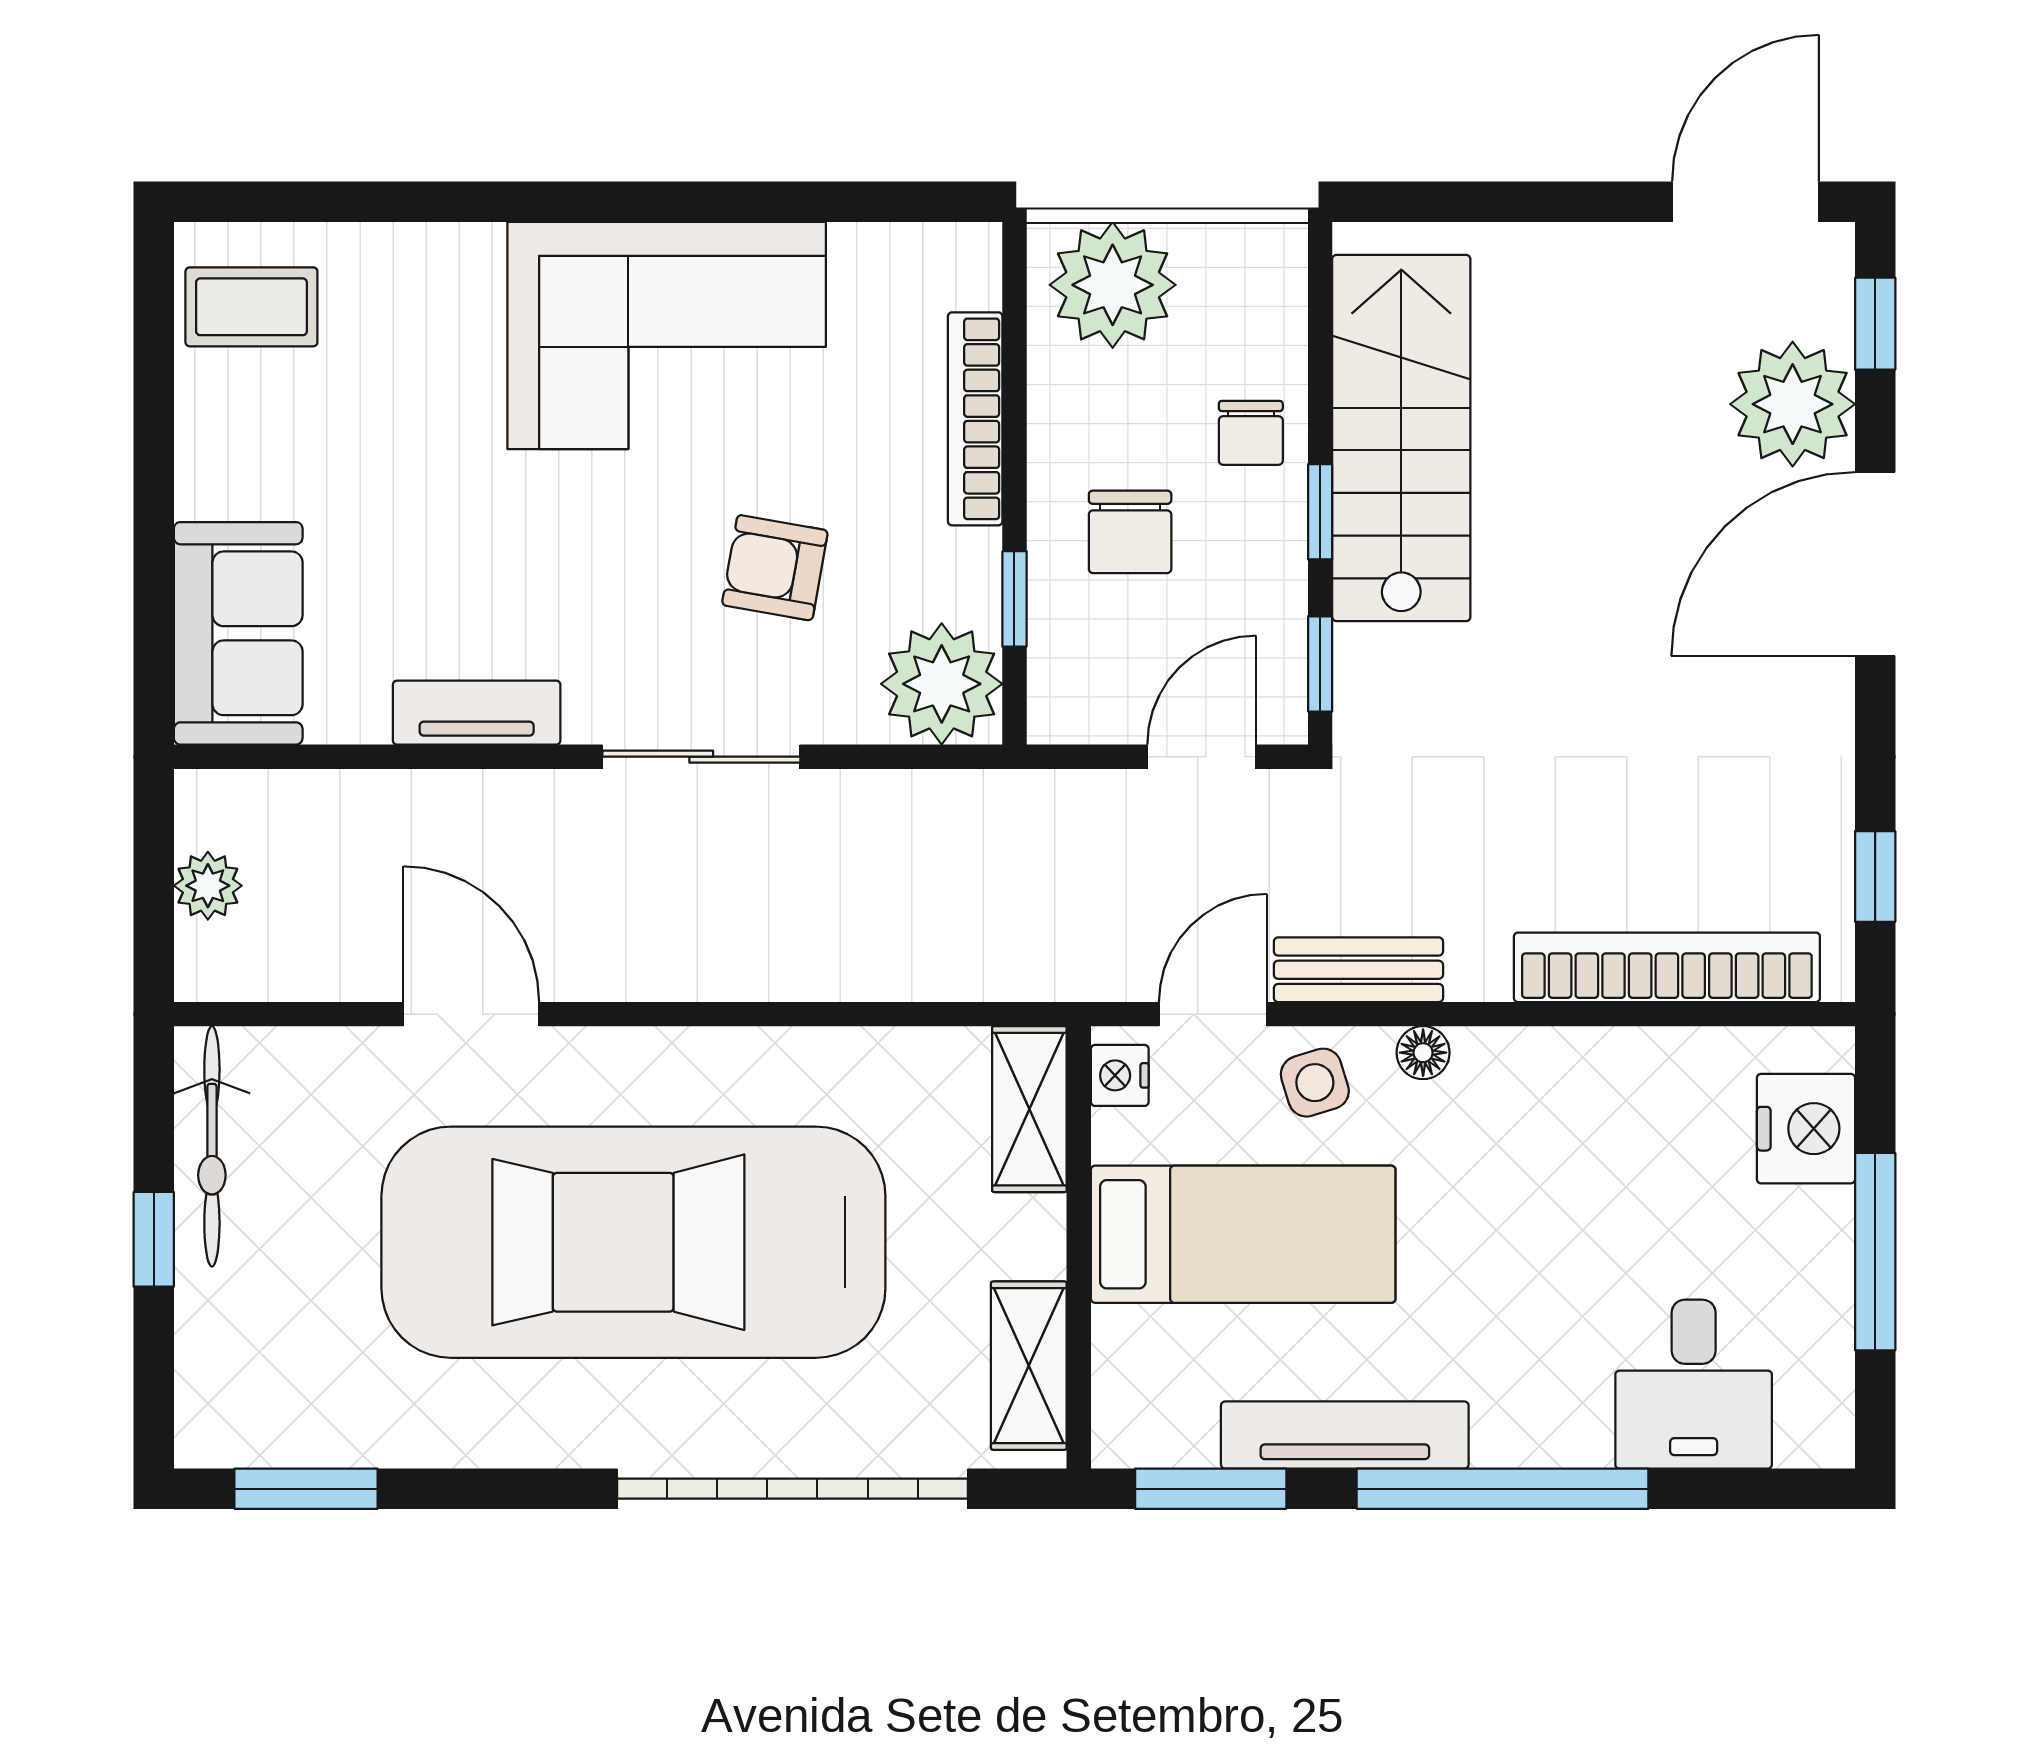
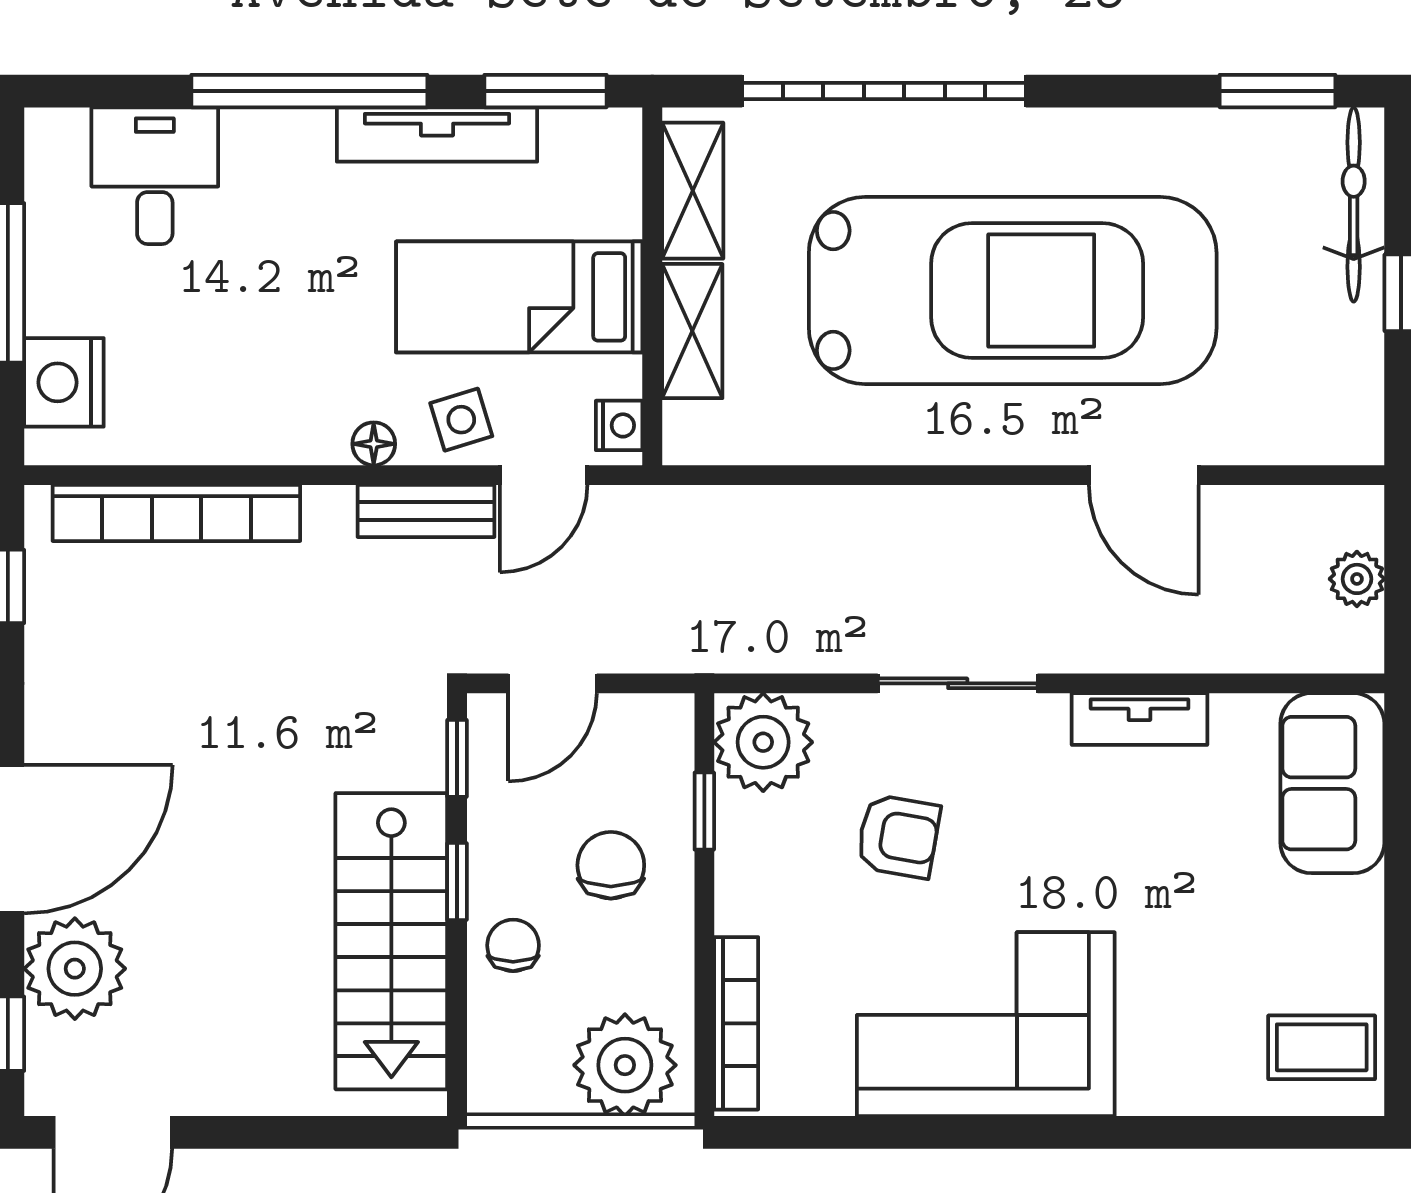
bookcase: (975, 419) -> (736, 1023), moved
shelving: (1029, 1109) -> (692, 331), moved
bicycle: (212, 1146) -> (1354, 205), moved

